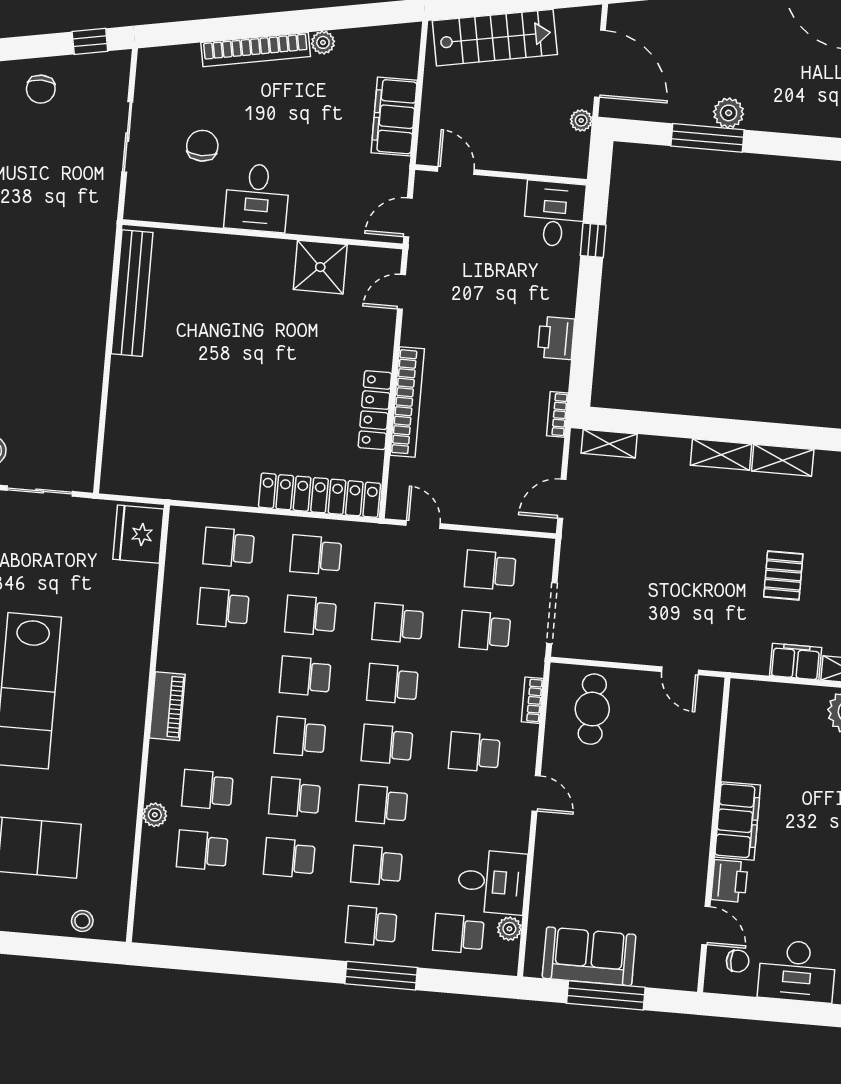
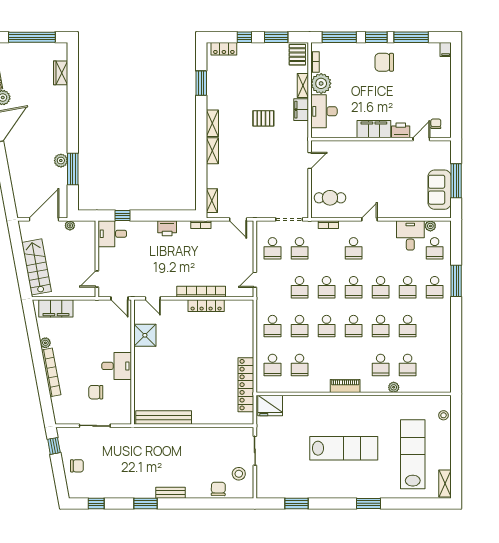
filing cabinet: (394, 116) -> (56, 308), moved
locker: (320, 495) -> (246, 385), moved
desk: (797, 971) -> (324, 111), moved, turned 180

